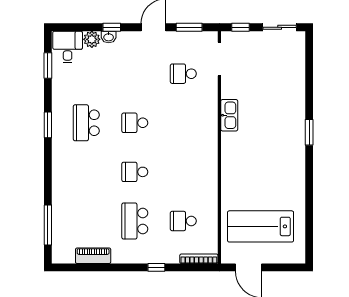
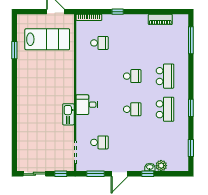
desk: (68, 47) -> (87, 105), moved, turned 90
window: (309, 132) -> (14, 50), moved
school desk: (135, 221) -> (165, 76), moved

